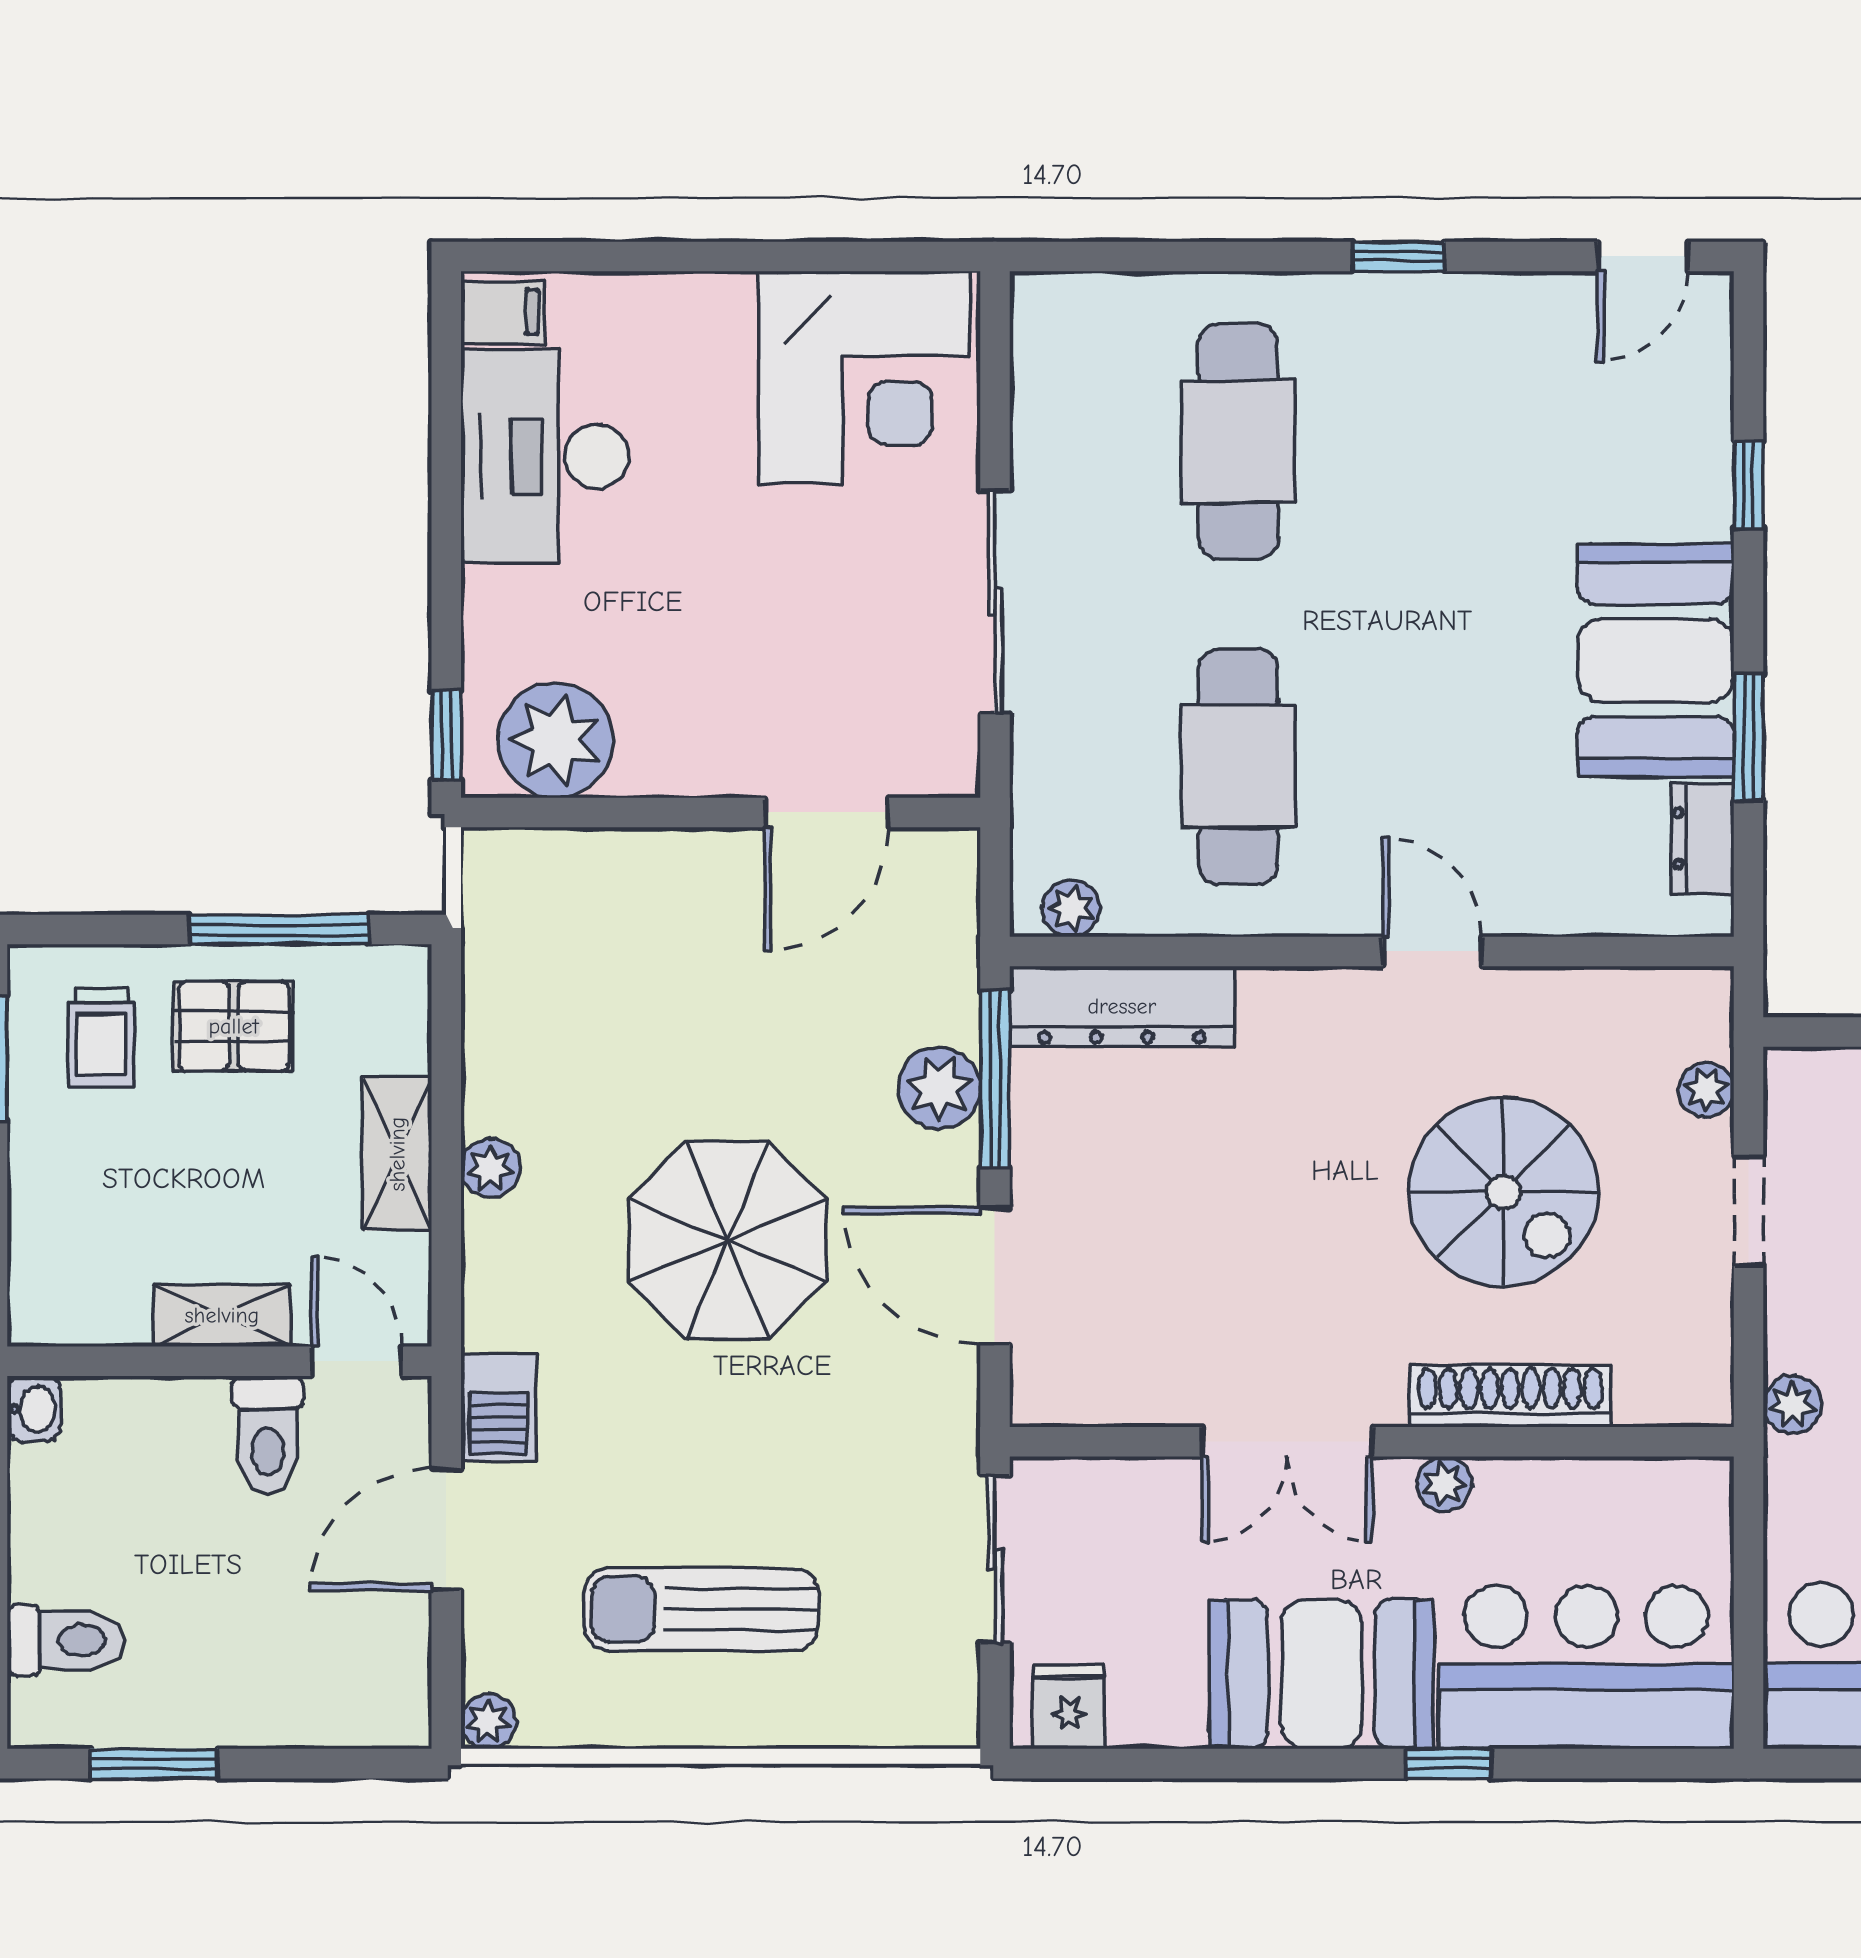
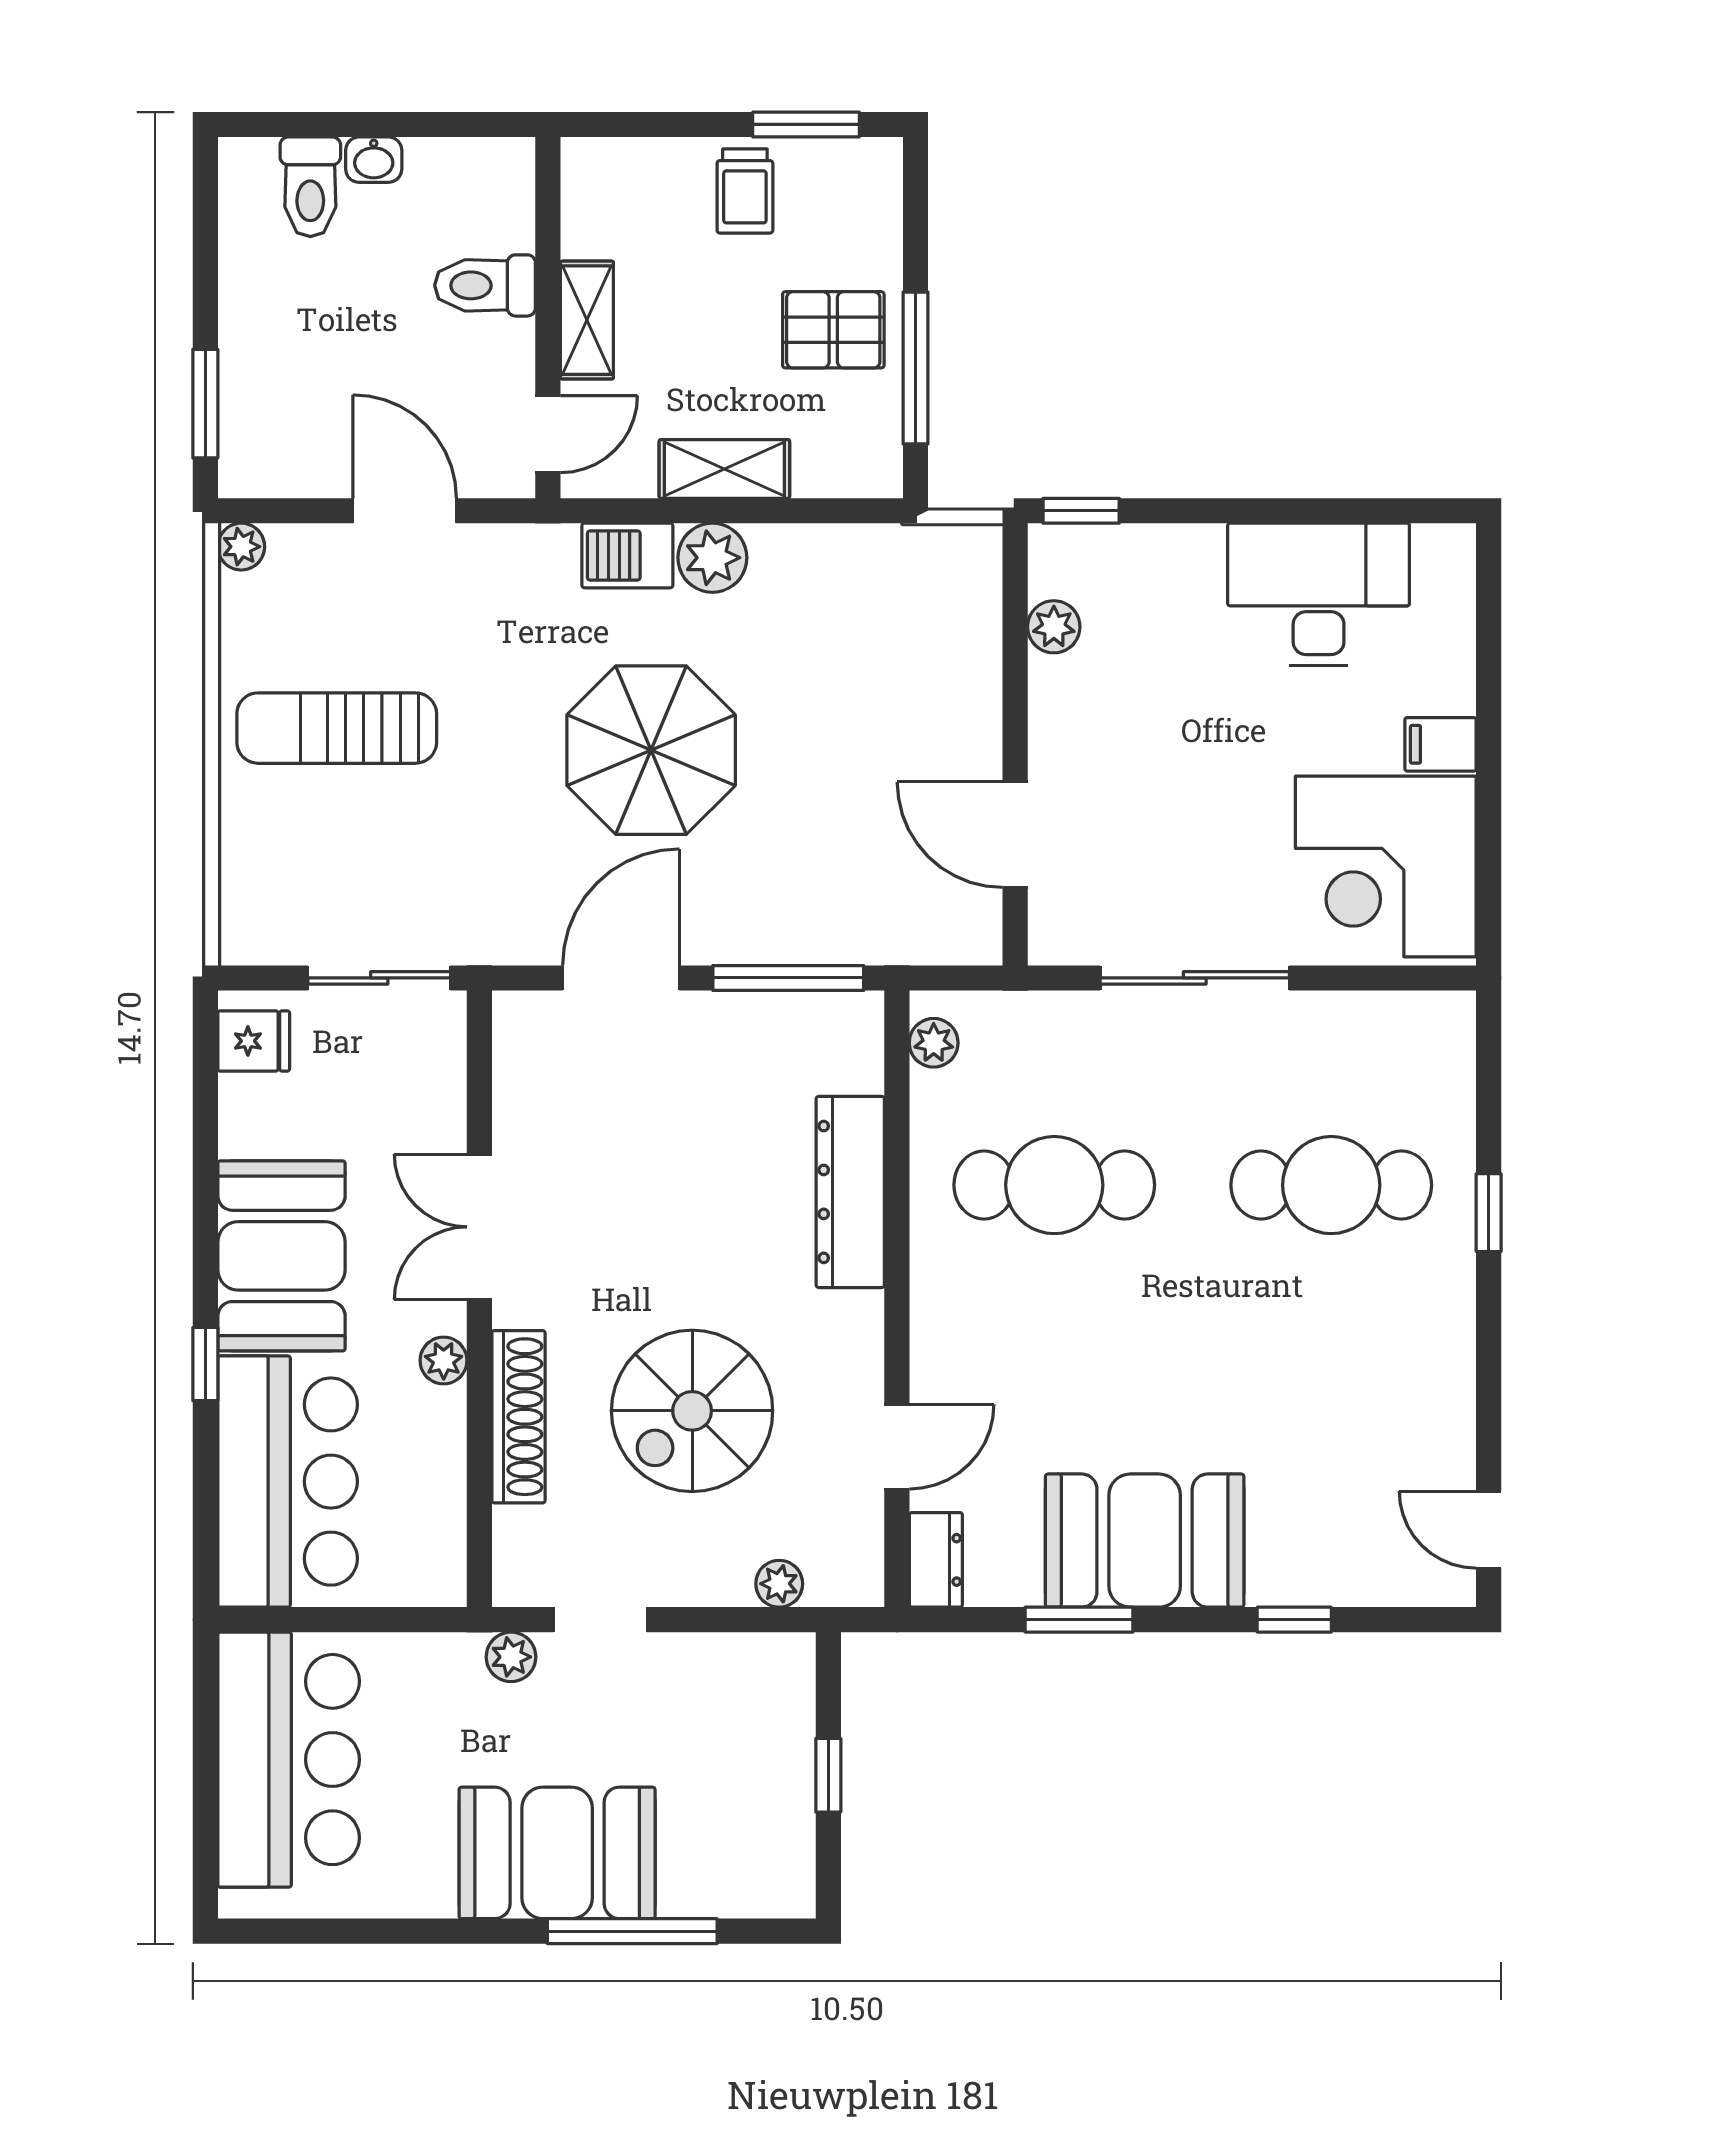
window: (1399, 256) -> (1489, 1213), moved
filing cabinet: (503, 312) -> (1440, 744), moved, turned 90
plant: (556, 740) -> (1054, 627), width x0.53, depth x0.53
dresser: (1703, 838) -> (936, 1560), moved, turned 90
door: (1432, 951) -> (897, 1447), moved
dresser: (1122, 1006) -> (850, 1192), moved
pallet: (234, 1026) -> (833, 330), turned 90
trolley: (101, 1038) -> (745, 191), moved, turned -90
plant: (939, 1088) -> (781, 930), removed
plant: (490, 1168) -> (712, 558), width x1.38, depth x1.38
doorway: (1749, 1211) -> (600, 1620), moved
barbecue: (499, 1407) -> (627, 555), moved
washbasin: (34, 1409) -> (374, 160), moved
toilet: (268, 1435) -> (485, 285), moved
sun lounger: (701, 1609) -> (337, 728), turned -90
window: (154, 1764) -> (205, 404), moved

